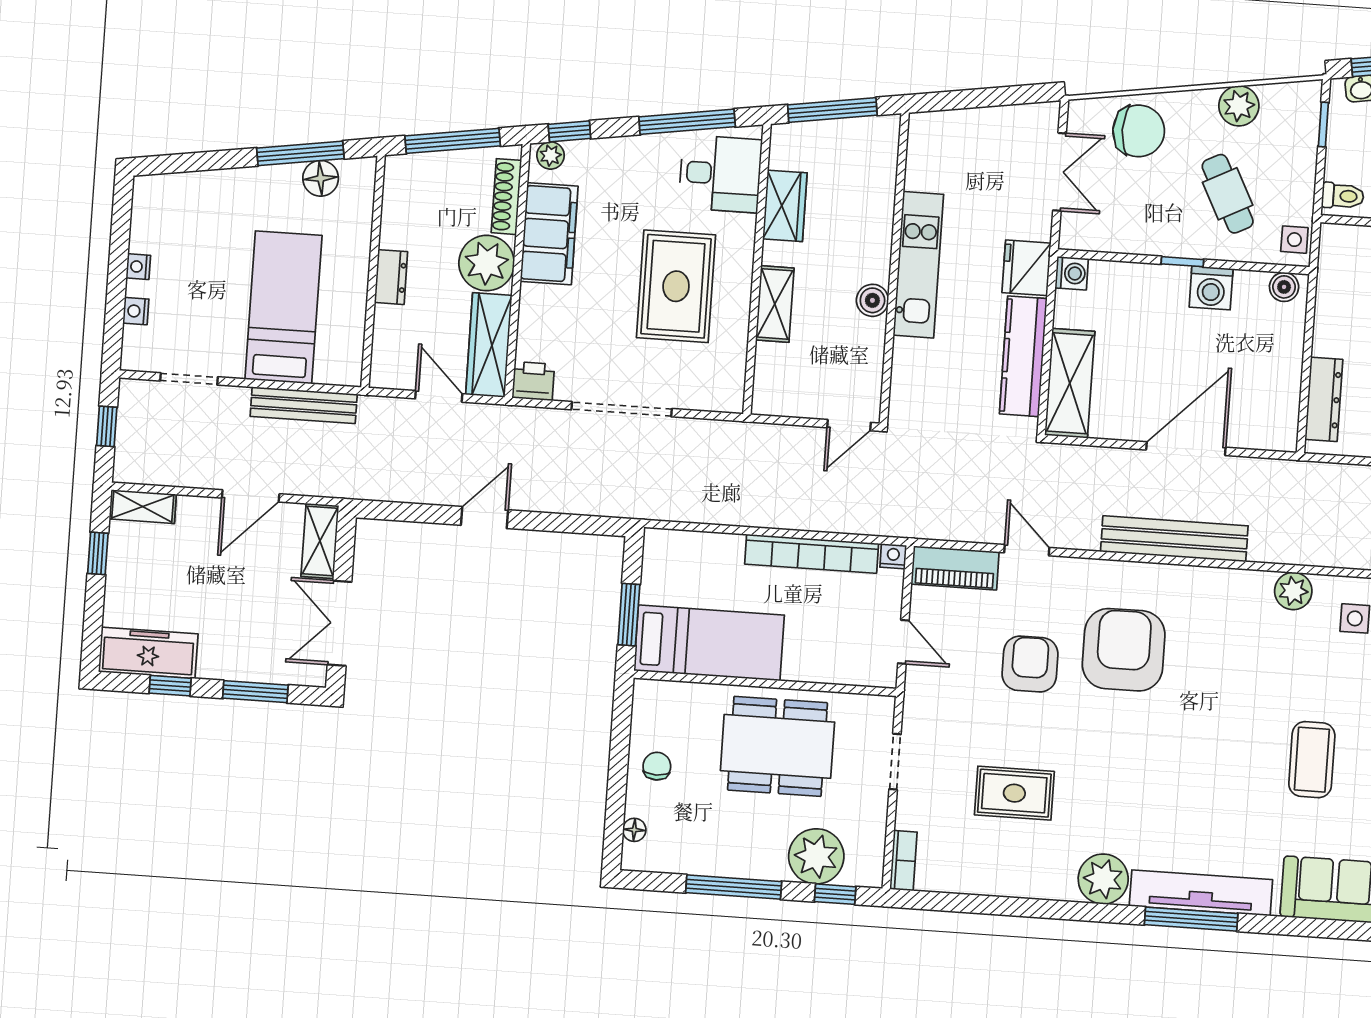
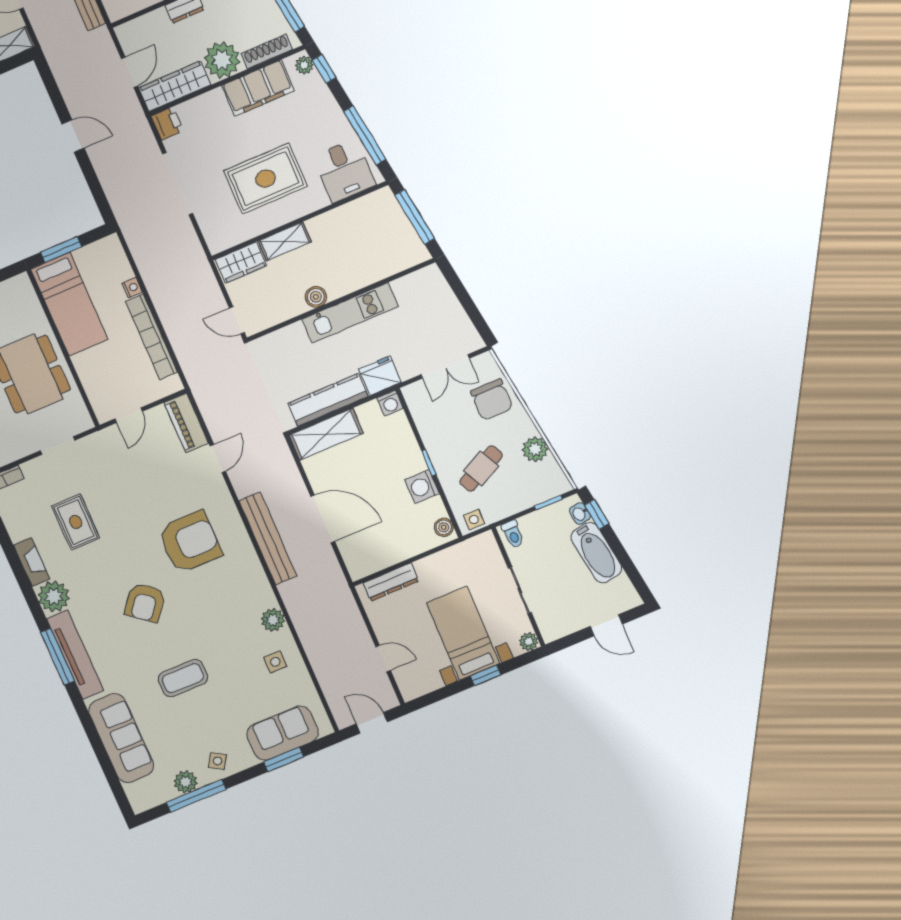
wardrobe: (785, 206) -> (241, 263), moved
nightstand: (893, 556) -> (132, 288), moved
armchair: (1030, 664) -> (145, 603), moved, turned 128
fireplace: (1039, 884) -> (32, 562), added

